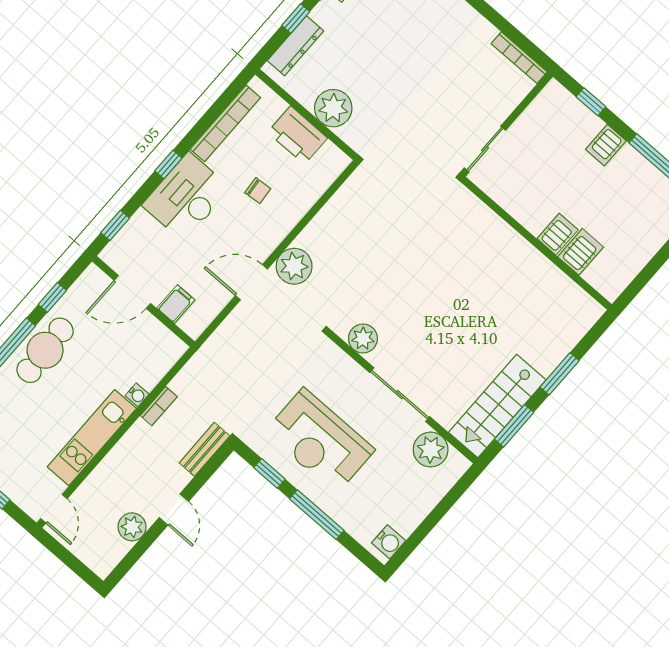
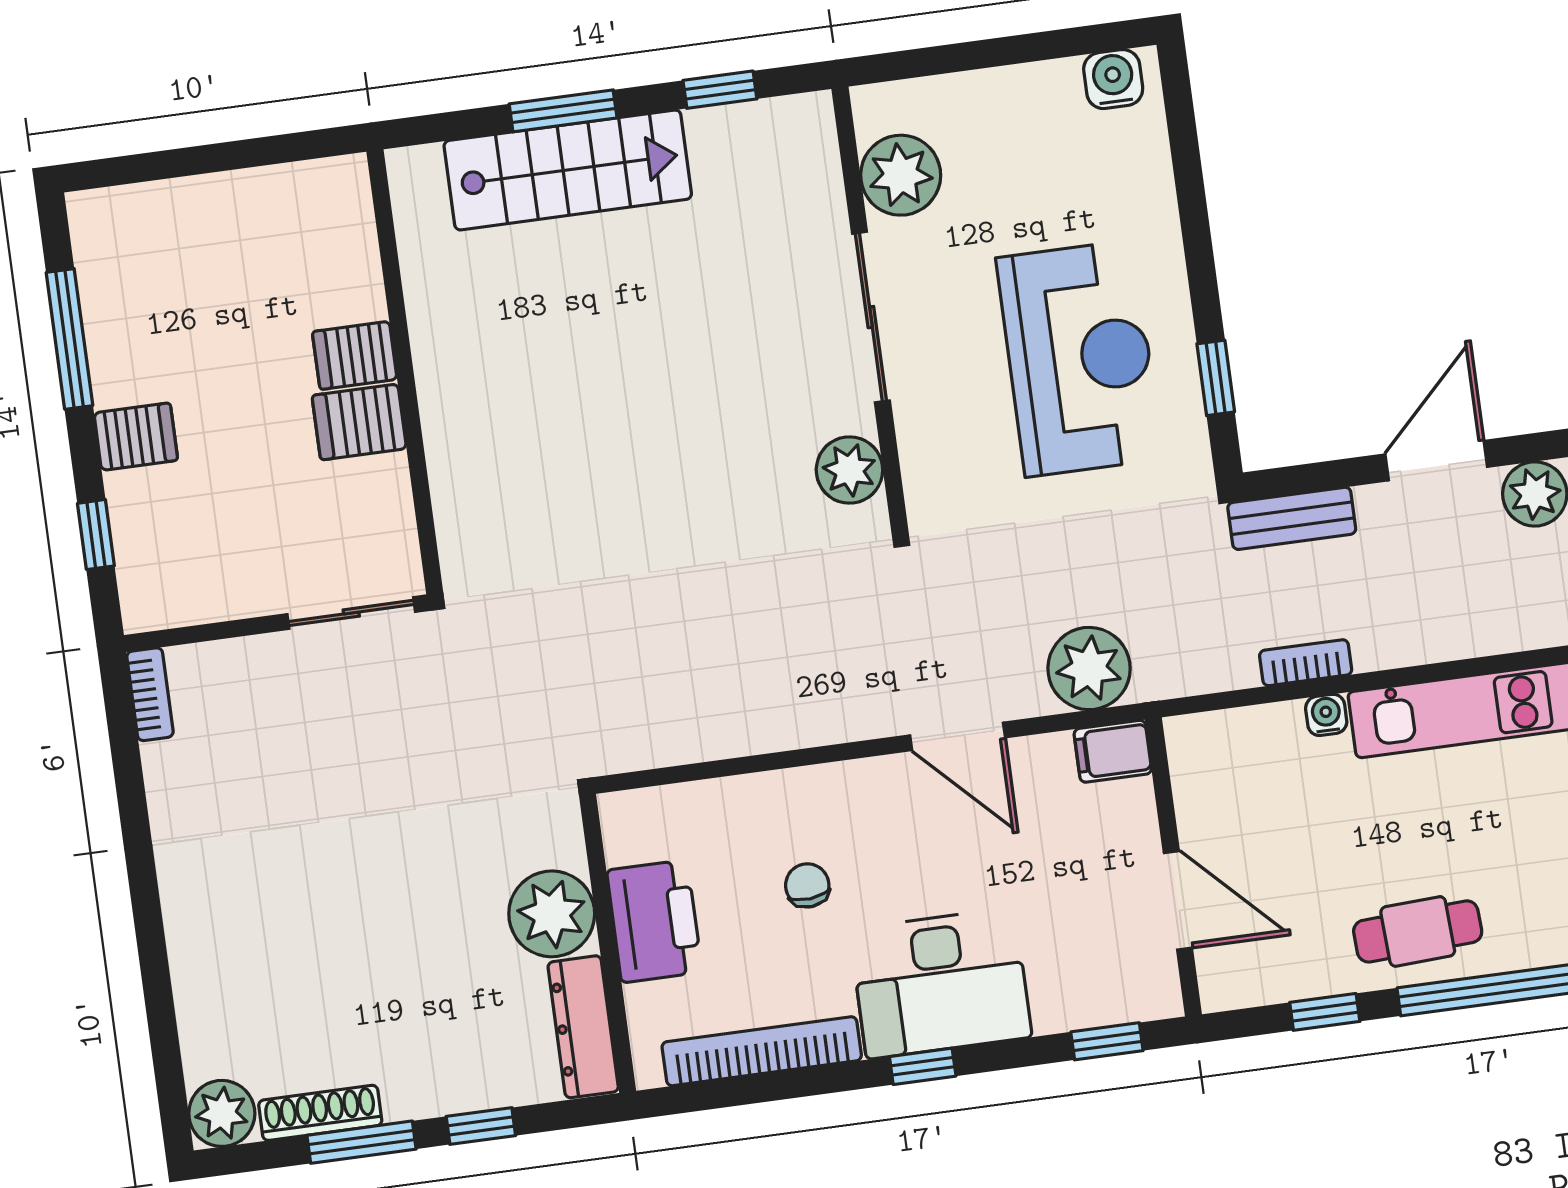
dresser: (296, 46) -> (583, 1027), moved, turned -90
bookcase: (519, 58) -> (150, 694), width x0.64
server rack: (581, 252) -> (359, 422), moved
plant: (294, 266) -> (1089, 669), moved
filing cabinet: (176, 304) -> (1113, 751), moved
cafe table: (45, 350) -> (1418, 931), width x0.73, depth x0.74
stairs: (497, 406) -> (568, 170), moved
window: (514, 426) -> (720, 90), width x0.67
door: (174, 510) -> (1436, 461), width x1.38
window: (317, 515) -> (1196, 235), removed

